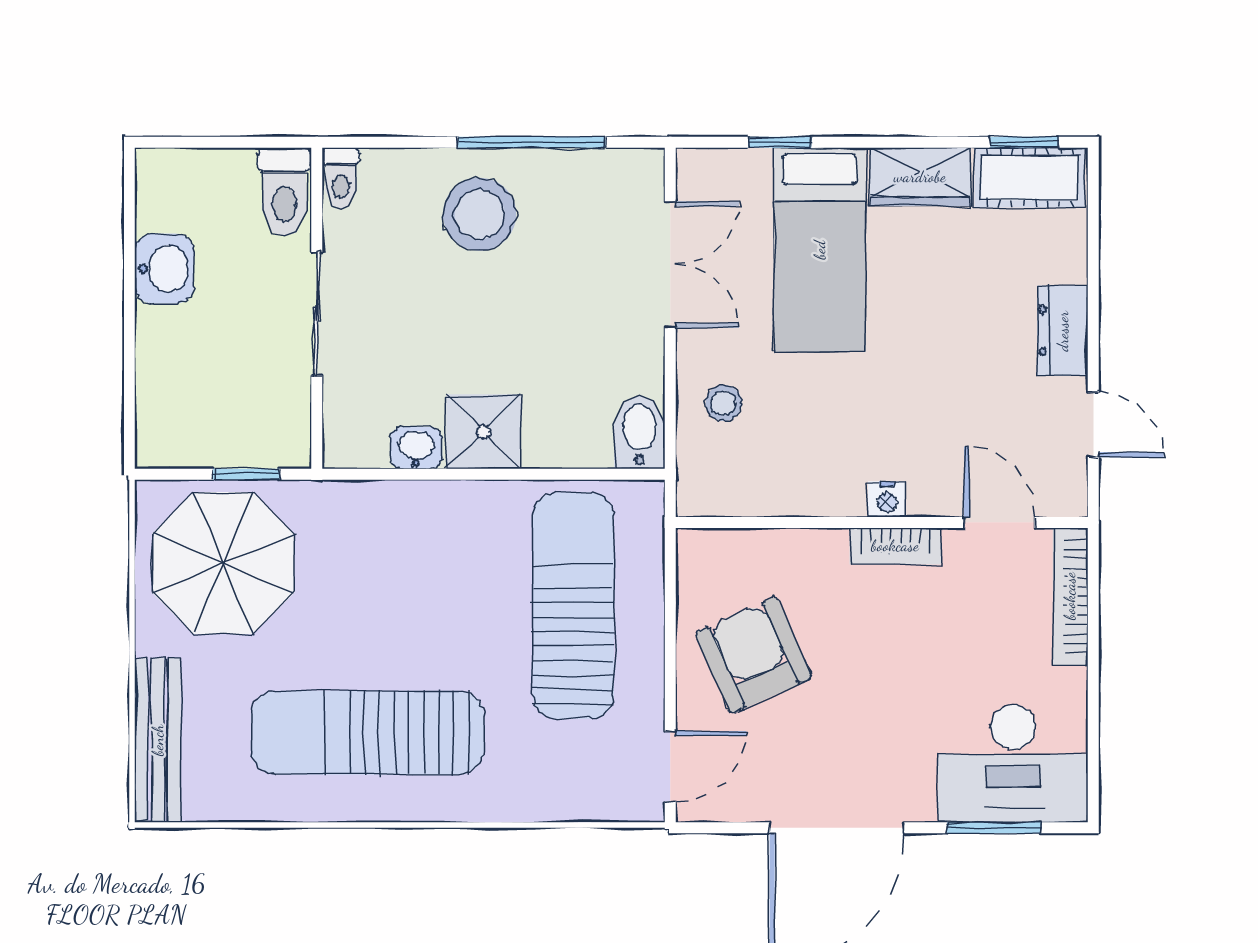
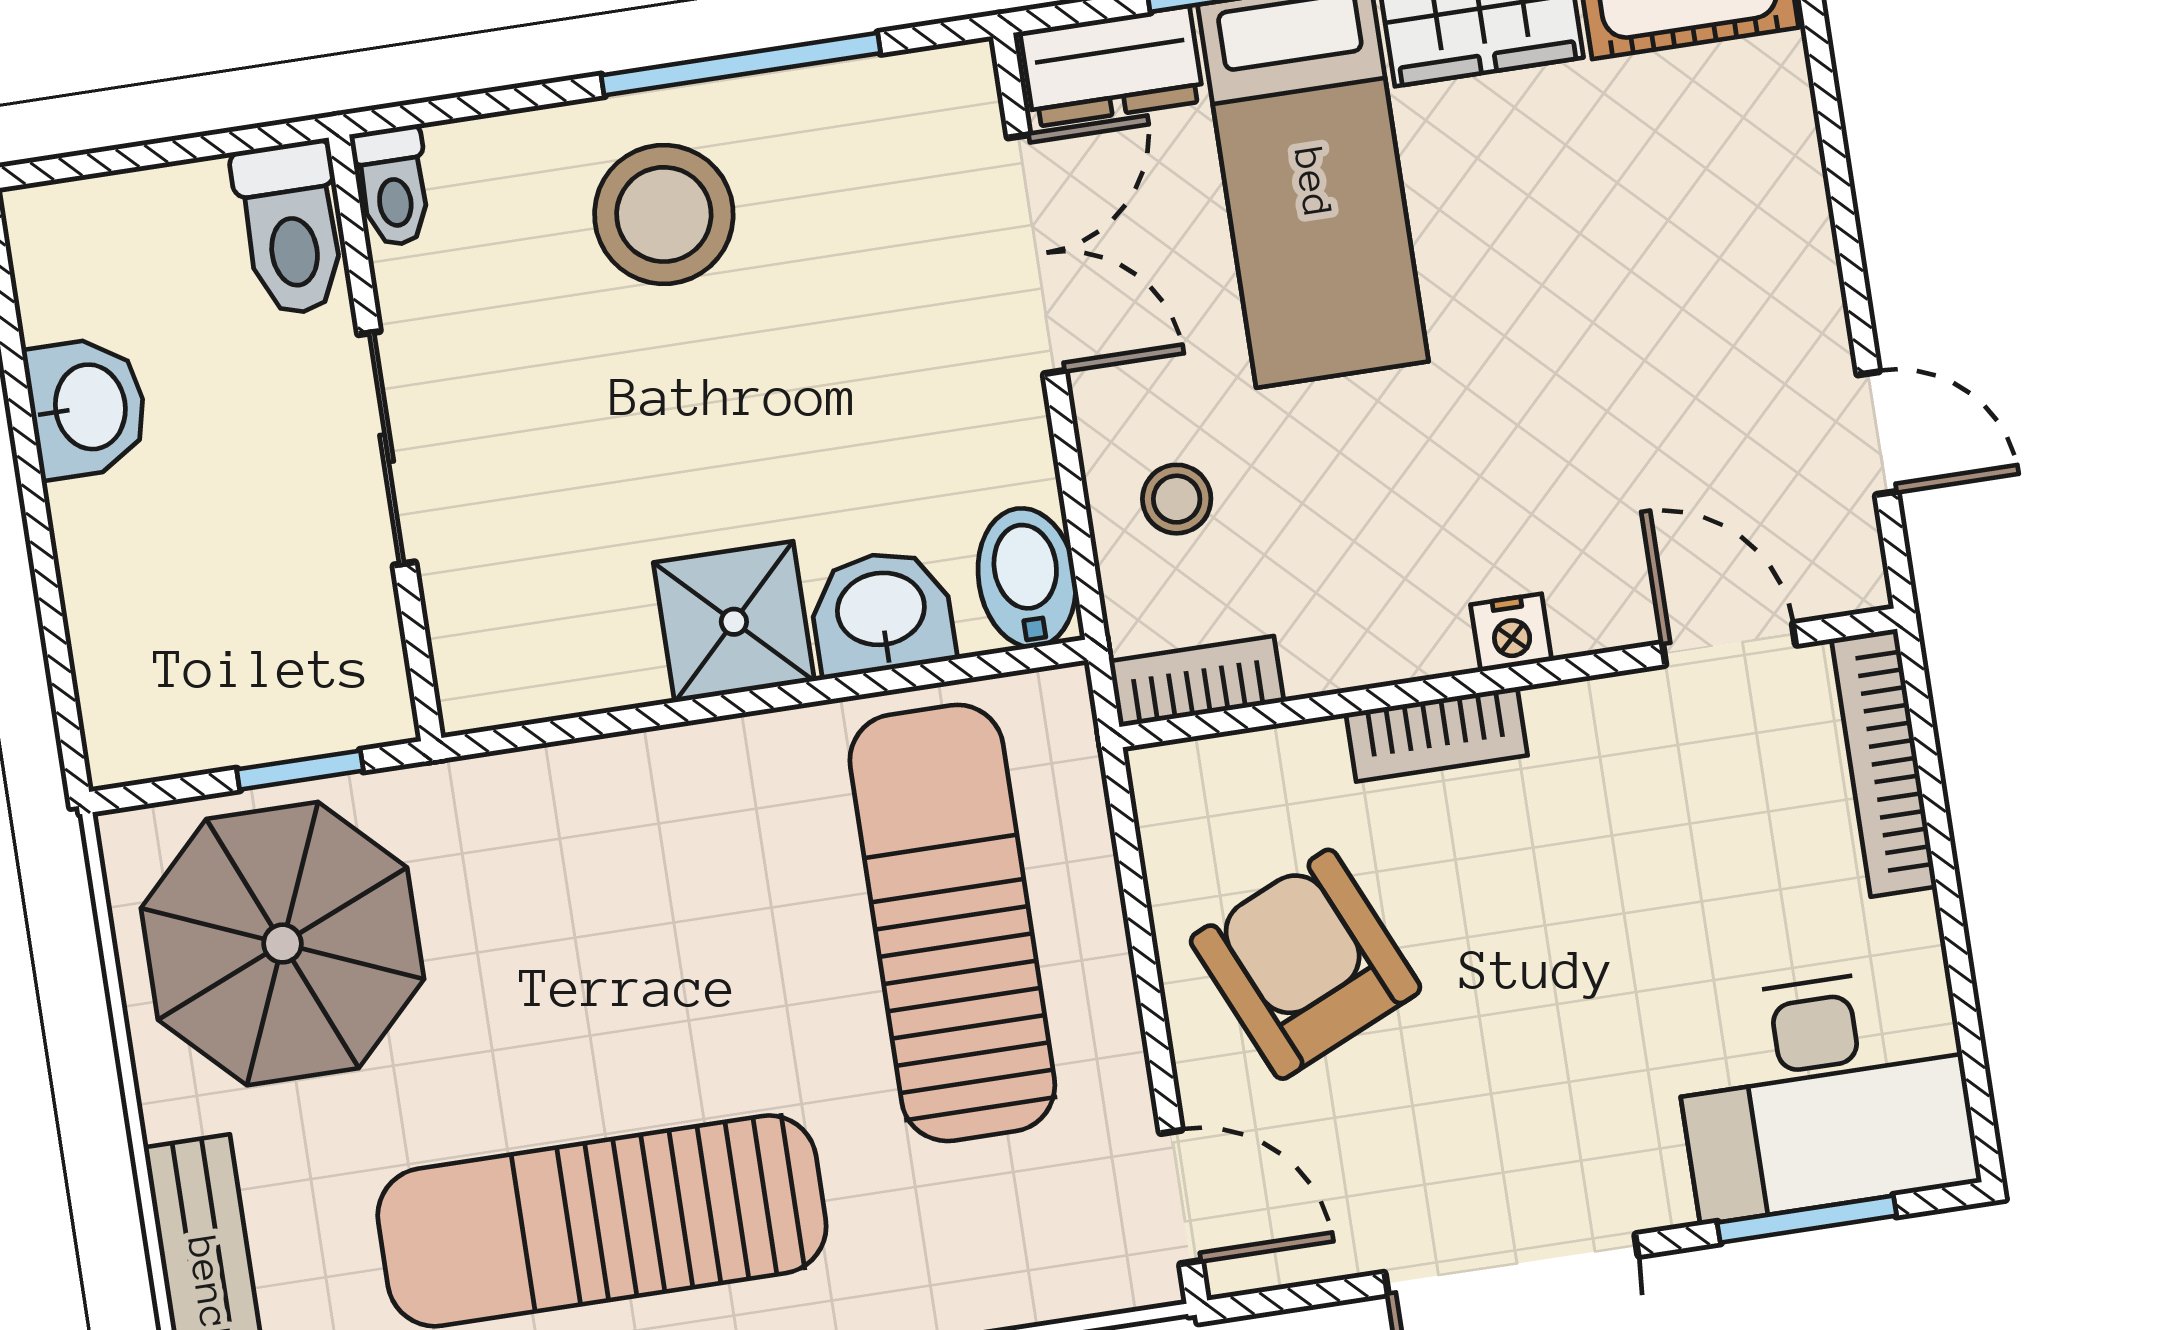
dresser: (1063, 331) -> (1112, 66), moved, turned -90
washbasin: (416, 448) -> (881, 612), moved, width x1.38, depth x1.45
bookcase: (719, 500) -> (1197, 682), added
bookcase: (895, 546) -> (1437, 734), moved
door: (670, 766) -> (1181, 1197), hinge flipped

